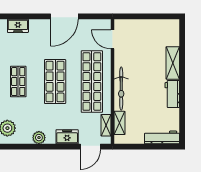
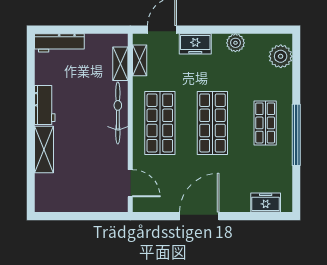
shop shelf: (92, 82) -> (160, 123), width x0.71

